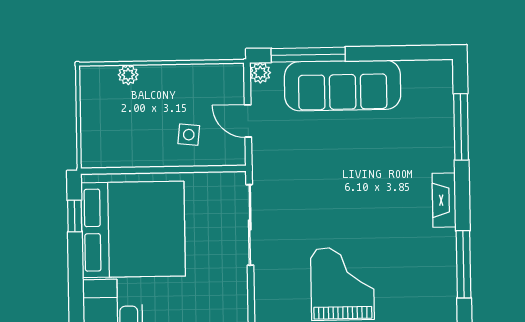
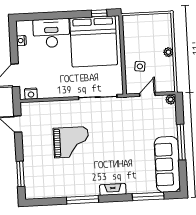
window: (308, 55) -> (181, 142), moved
plant: (128, 75) -> (168, 52), moved
sofa: (343, 85) -> (167, 164), moved

